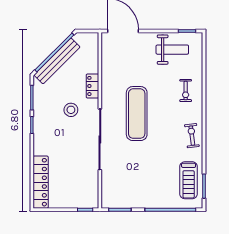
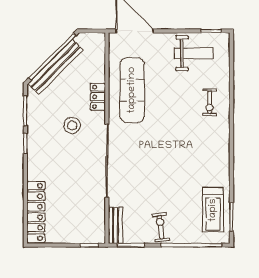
exercise mat: (137, 114) -> (132, 90), moved
exercise bike: (192, 136) -> (161, 227), moved
bench: (107, 193) -> (115, 225), added

